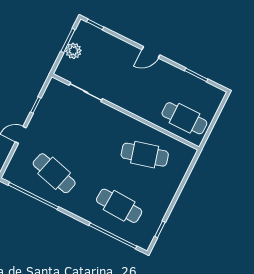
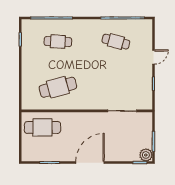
plant: (73, 51) -> (146, 155), moved
door: (151, 52) -> (90, 163), width x1.87
cafe table: (54, 173) -> (116, 42), width x0.73, depth x0.74
cafe table: (119, 206) -> (58, 42), width x0.73, depth x0.74

